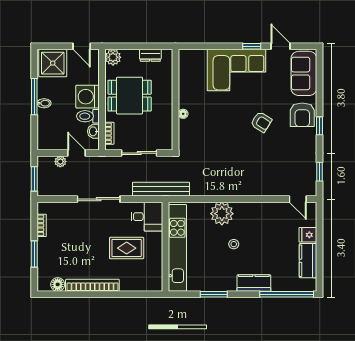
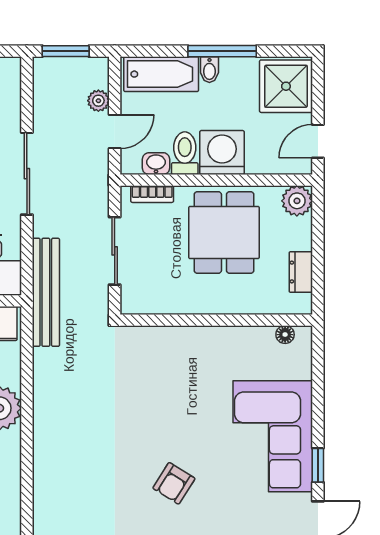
floor lamp: (183, 114) -> (285, 335), moved
bathtub: (46, 129) -> (161, 74), added

